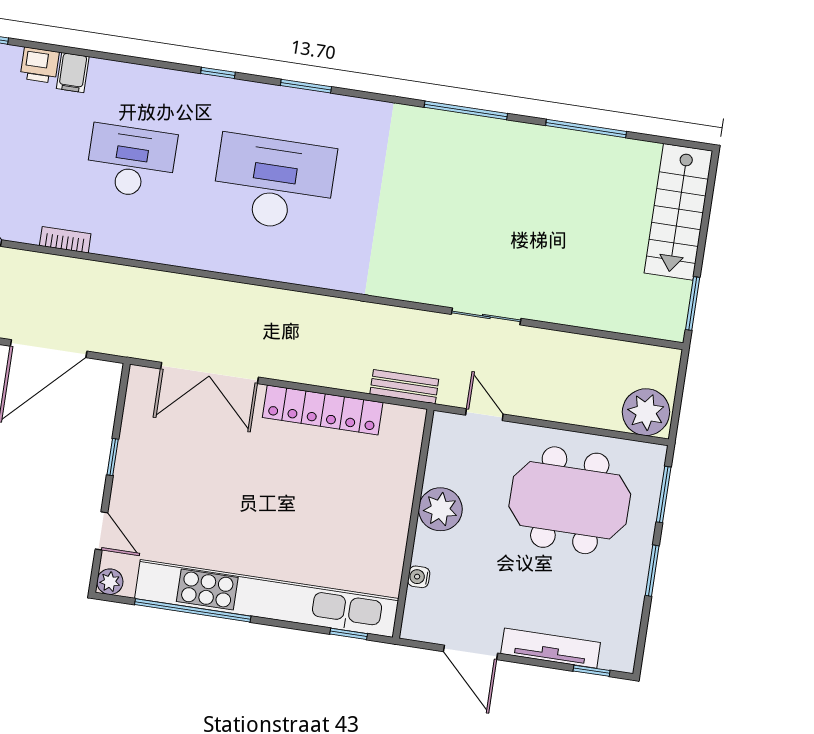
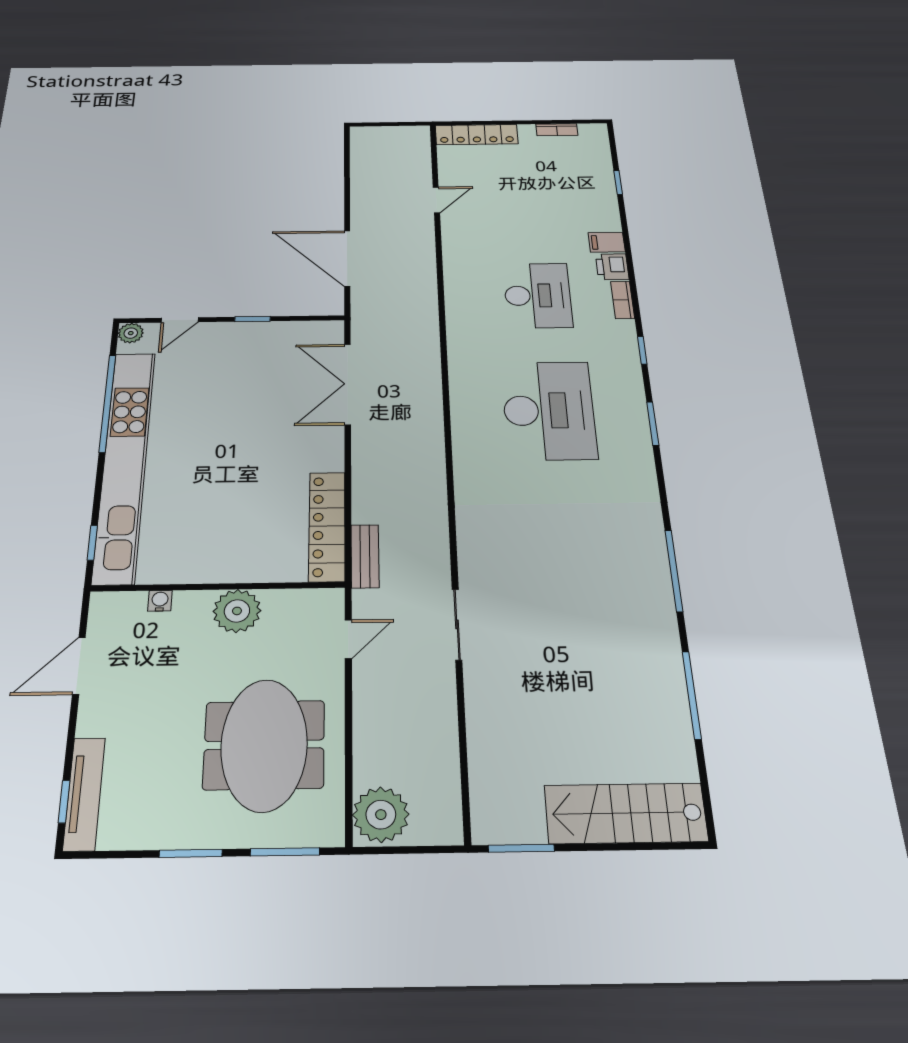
printer: (40, 65) -> (612, 267), moved
bookcase: (65, 240) -> (623, 300), moved, turned 180
locker: (323, 410) -> (327, 526), moved
tv unit: (551, 648) -> (84, 794), moved

